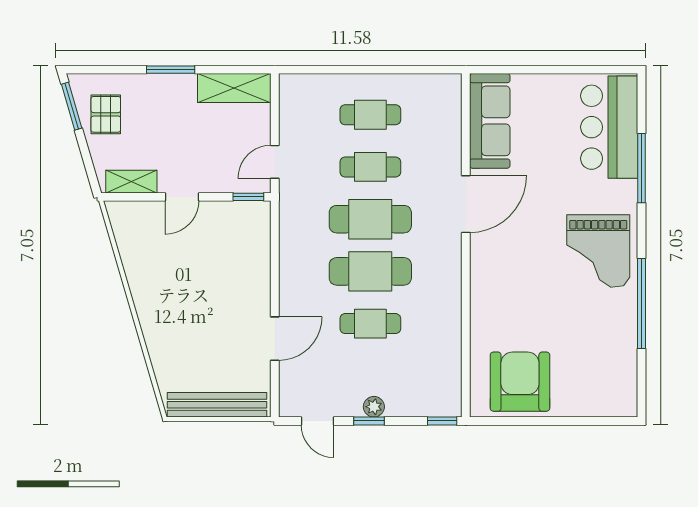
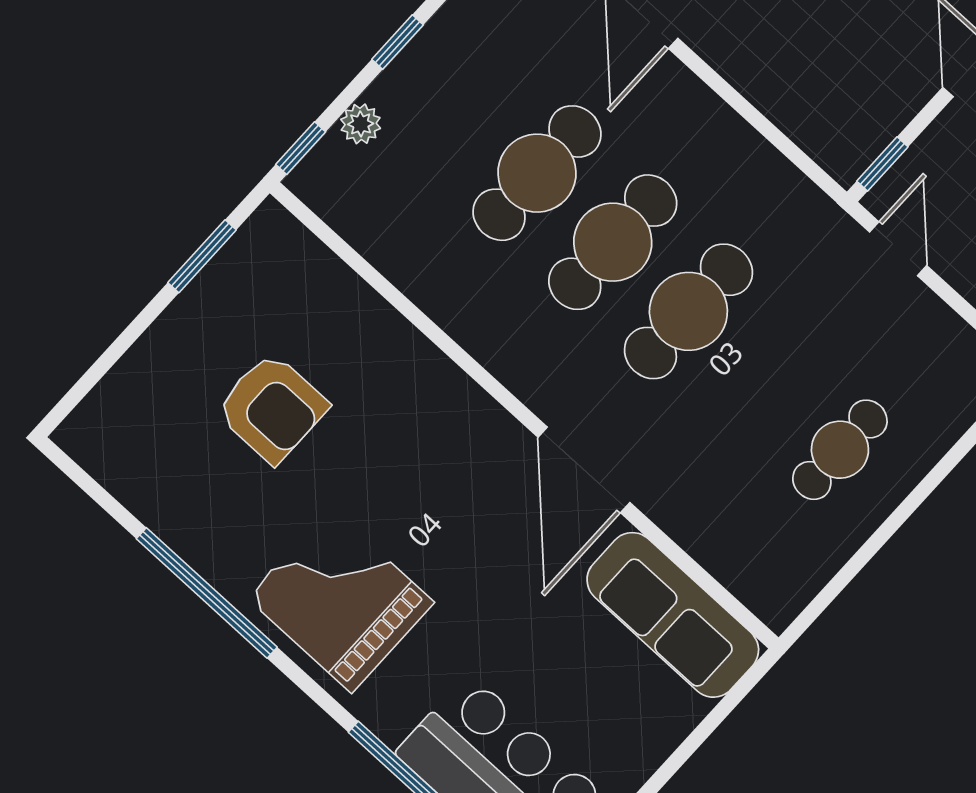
cafe table: (370, 167) -> (764, 381), removed
cafe table: (370, 324) -> (537, 173), width x1.37, depth x1.35
armchair: (520, 382) -> (272, 408), moved, width x0.73, depth x0.73
plant: (374, 407) -> (361, 124), moved
window: (517, 421) -> (202, 256), added

